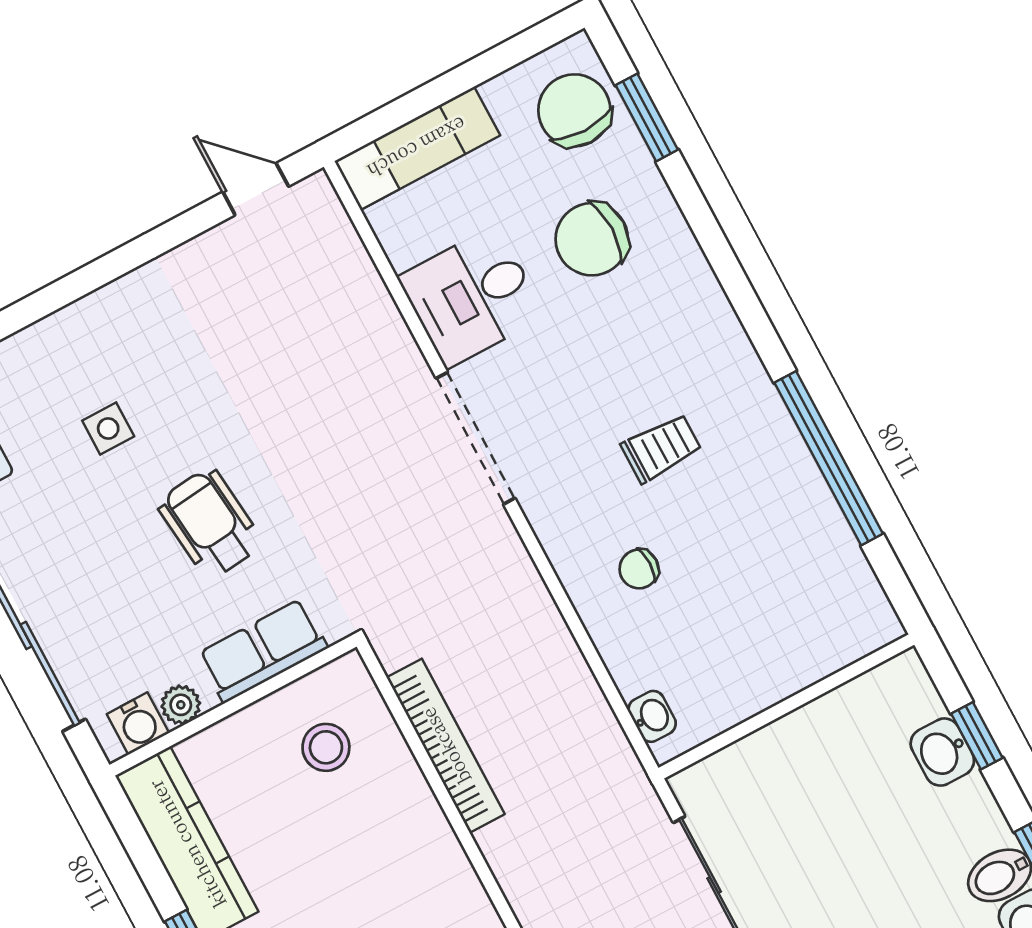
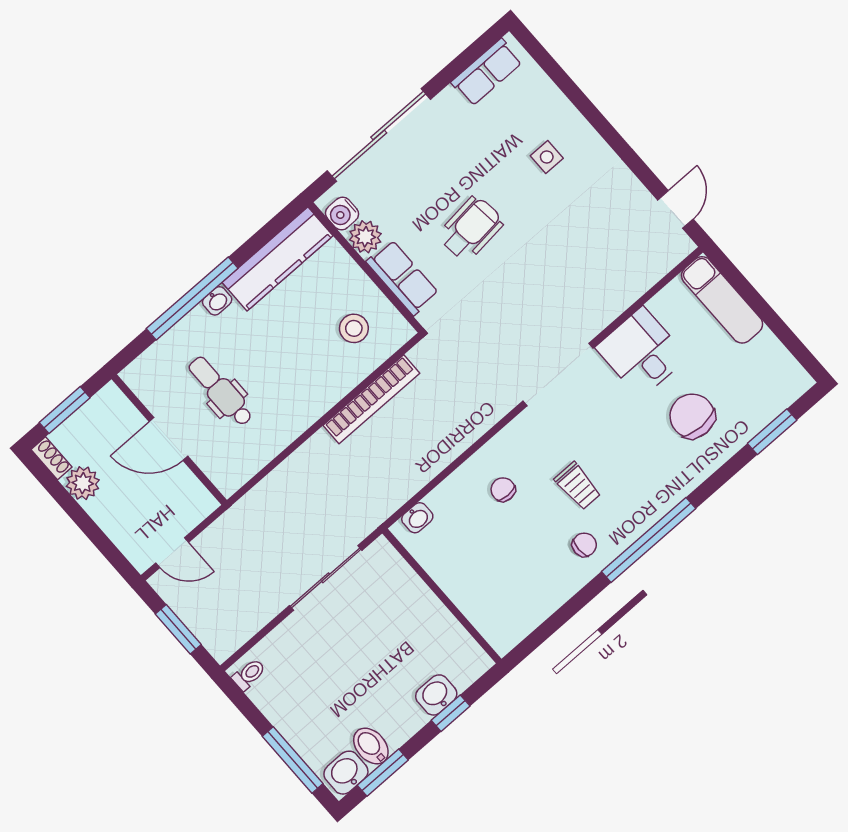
chair: (574, 110) -> (584, 545), moved, width x0.54, depth x0.54
side table: (108, 428) -> (547, 157), moved
window: (829, 458) -> (649, 540), moved
plant: (181, 705) -> (365, 237), width x1.38, depth x1.38

